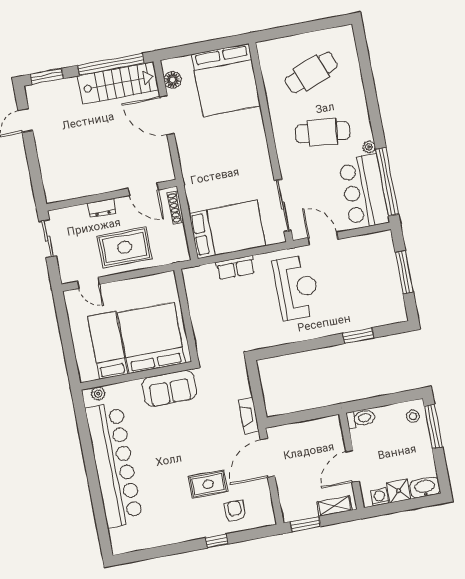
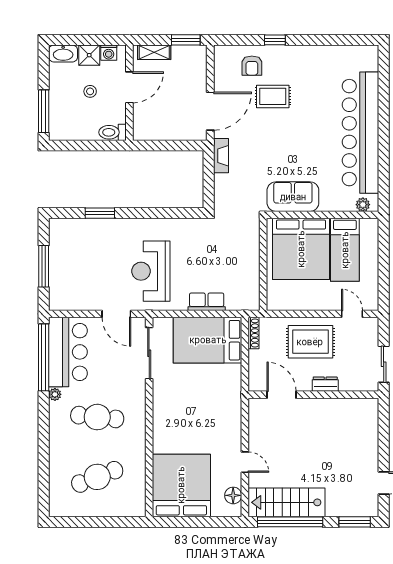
door: (167, 115) -> (245, 462), width x0.53
shoe rack: (176, 208) -> (254, 333), moved
stool: (413, 416) -> (90, 91), moved

